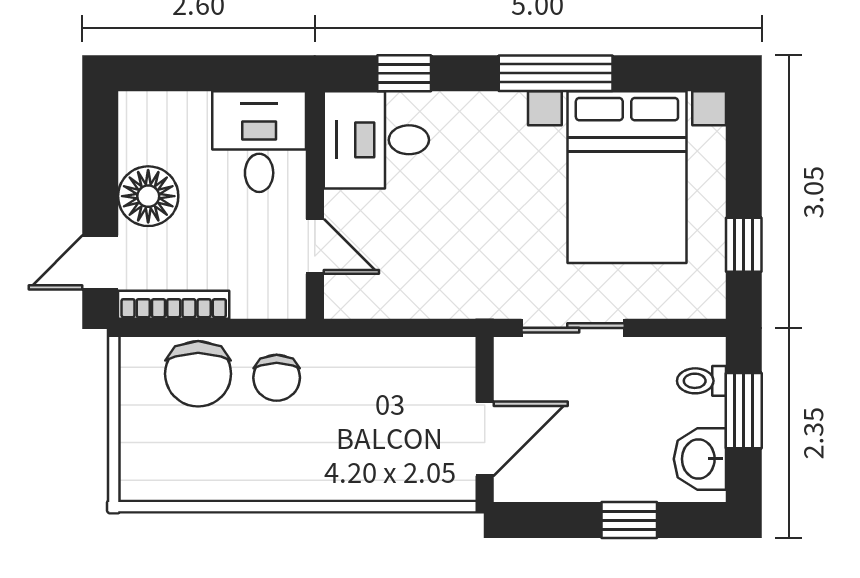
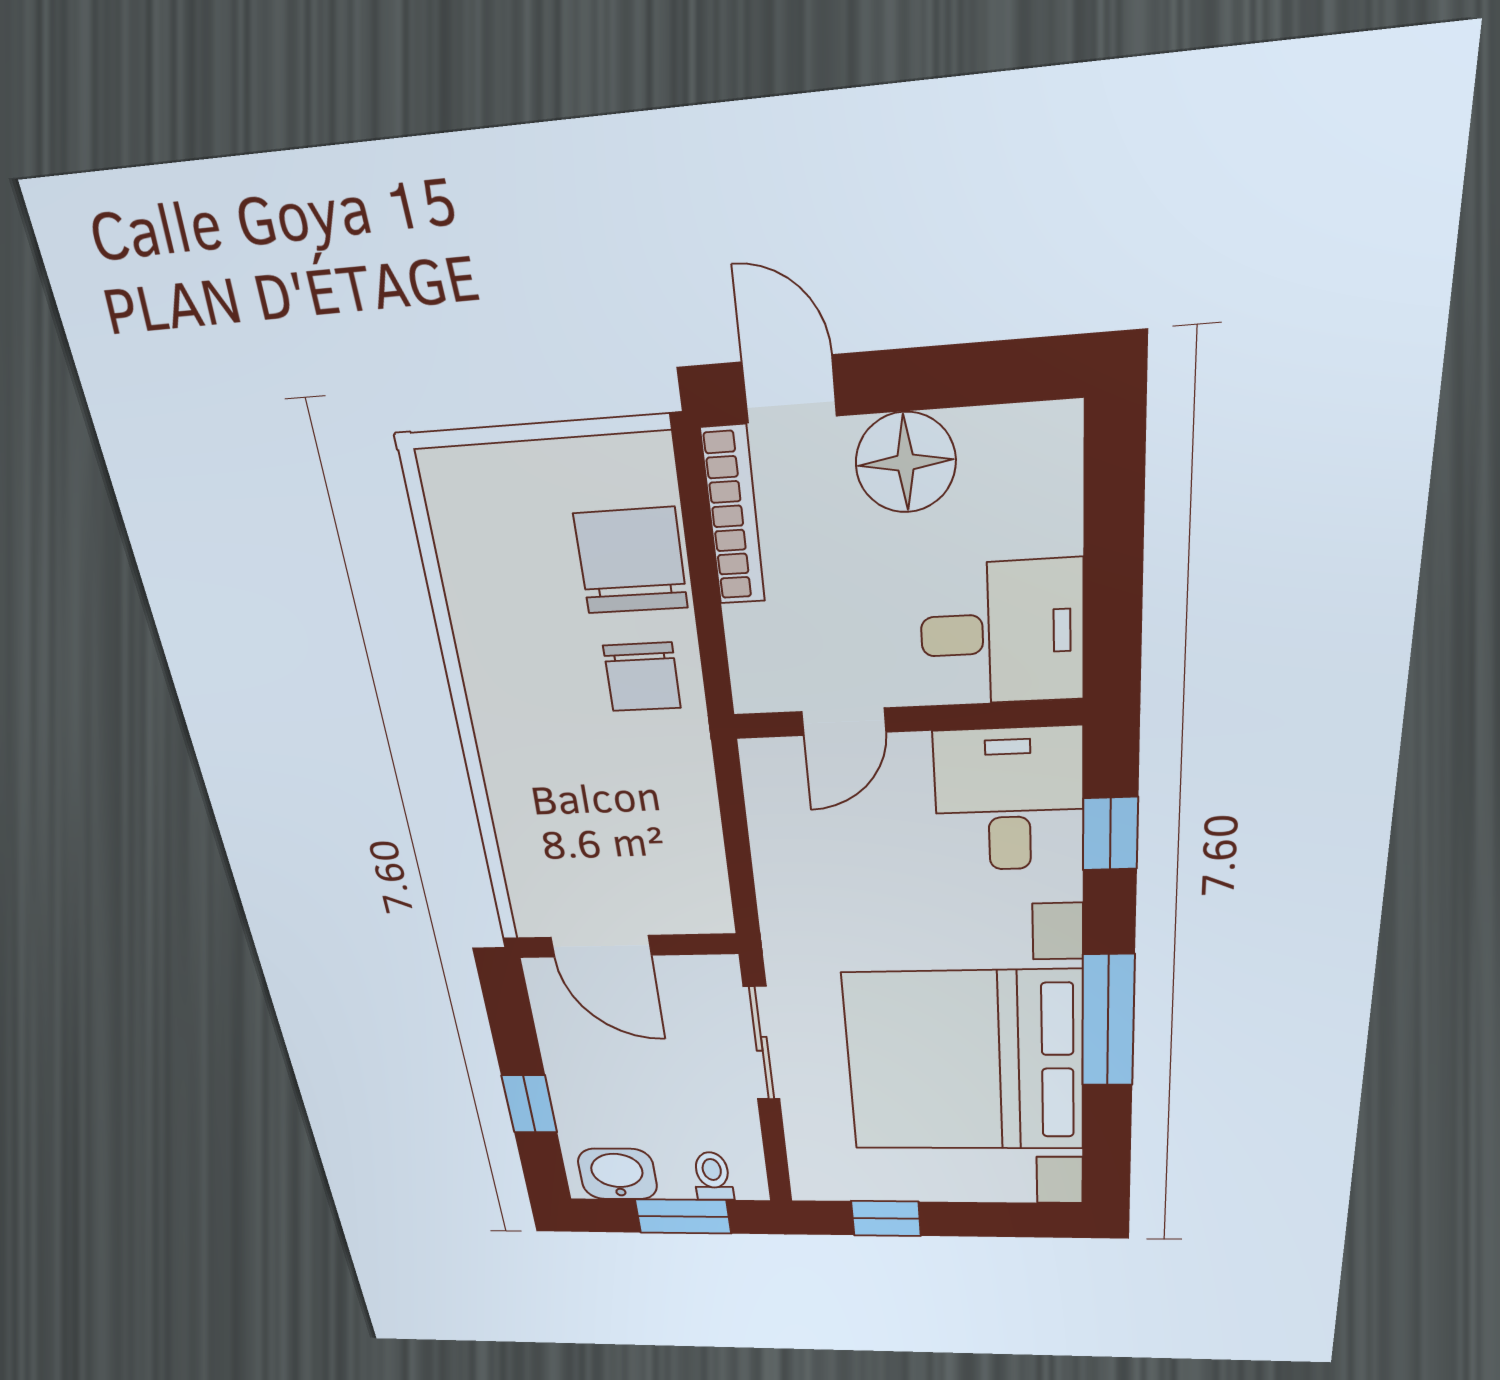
bed with nightstands: (627, 177) -> (964, 1062), width x1.36
chair: (198, 374) -> (631, 561), turned 90
chair: (277, 378) -> (642, 677), turned -90

